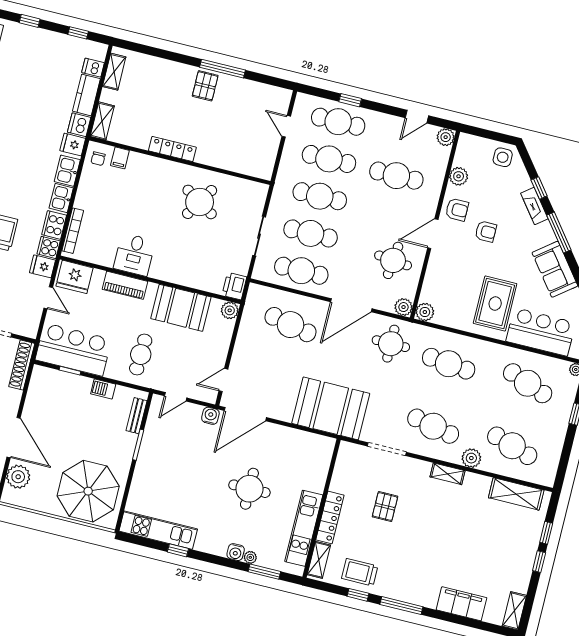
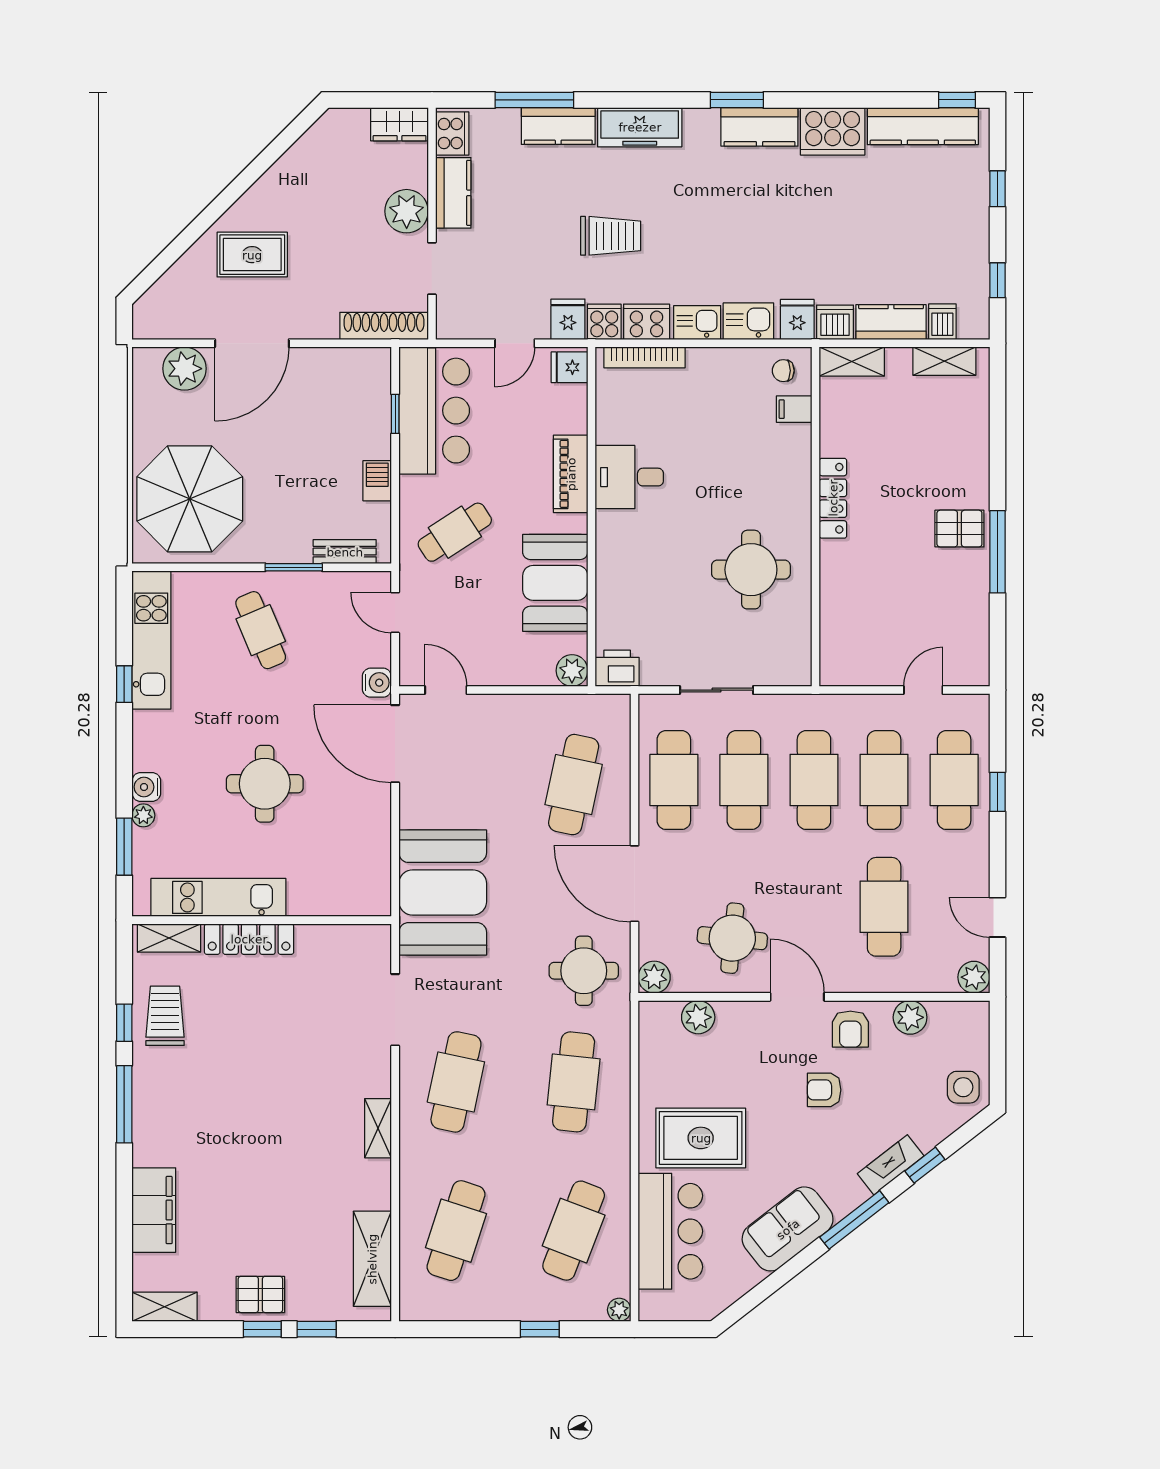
round table: (200, 202) -> (751, 570), turned -32
armchair: (486, 232) -> (824, 1090), turned 90
fridge: (75, 277) -> (569, 367), width x0.53, depth x0.75
plant: (425, 312) -> (698, 1017), moved
cafe table: (141, 355) -> (455, 532), turned -35
plant: (471, 458) -> (416, 1164), removed
cafe table: (167, 471) -> (261, 630), added
pallet: (385, 507) -> (260, 1294), moved

